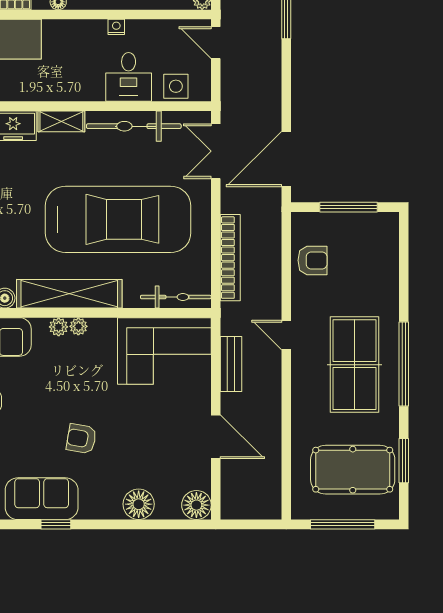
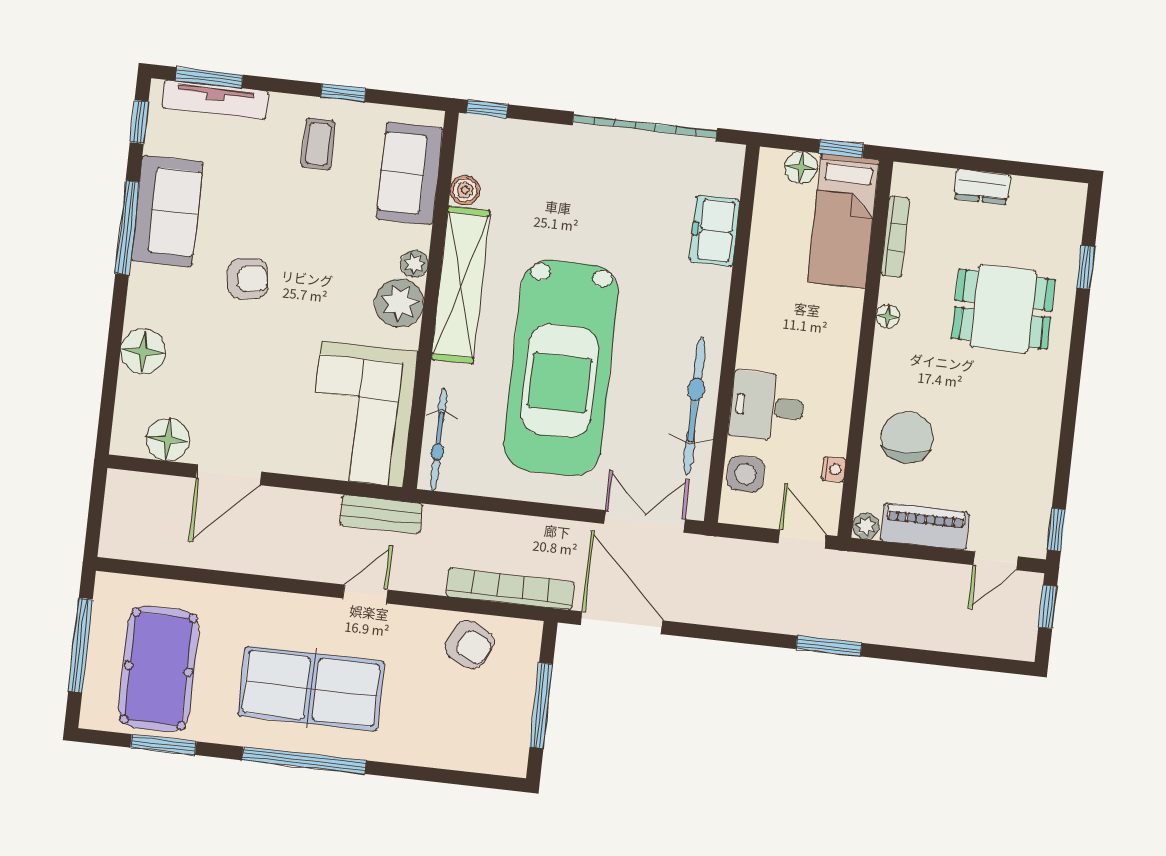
nightstand: (116, 27) -> (834, 469), moved
door: (216, 43) -> (802, 539), hinge flipped
shelving: (61, 121) -> (713, 302), removed
bookcase: (230, 258) -> (510, 589), moved, turned 180
armchair: (313, 260) -> (470, 645), turned -63
plant: (78, 326) -> (399, 303), width x1.88, depth x1.88
bench: (231, 364) -> (381, 514), moved
armchair: (81, 439) -> (248, 279), turned 74
floor lamp: (196, 505) -> (168, 439), moved
window: (56, 524) -> (127, 228), width x2.17

